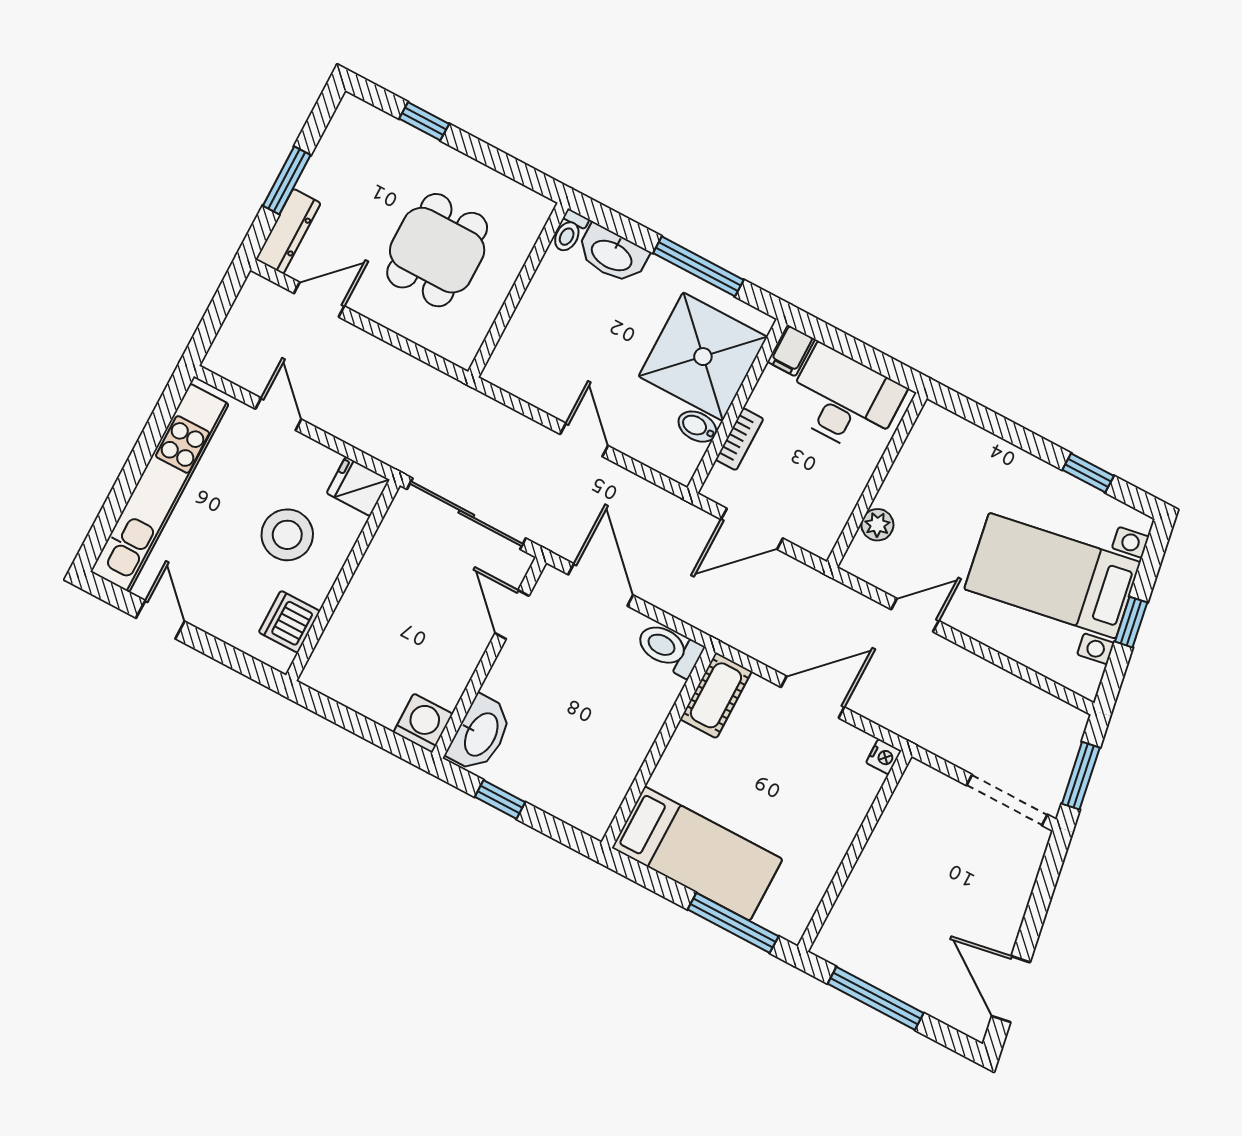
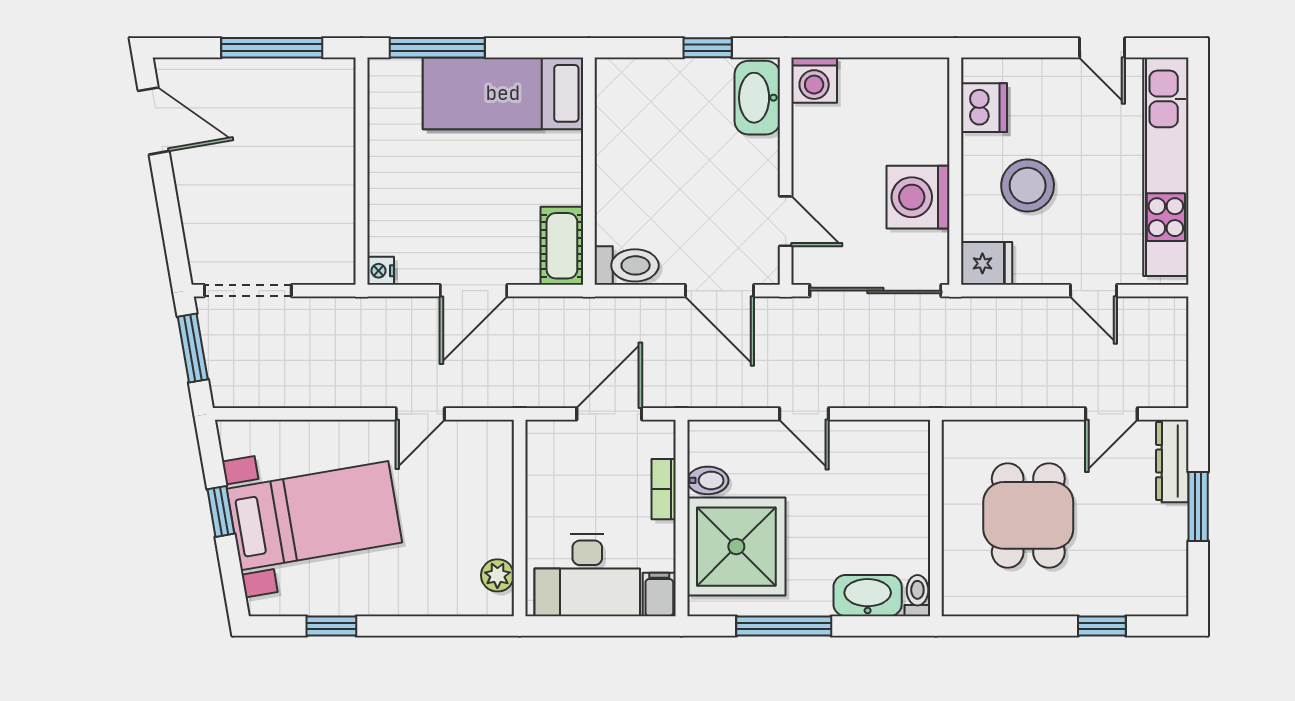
plant: (877, 525) -> (497, 575), moved
washing machine: (387, 575) -> (918, 197), added

